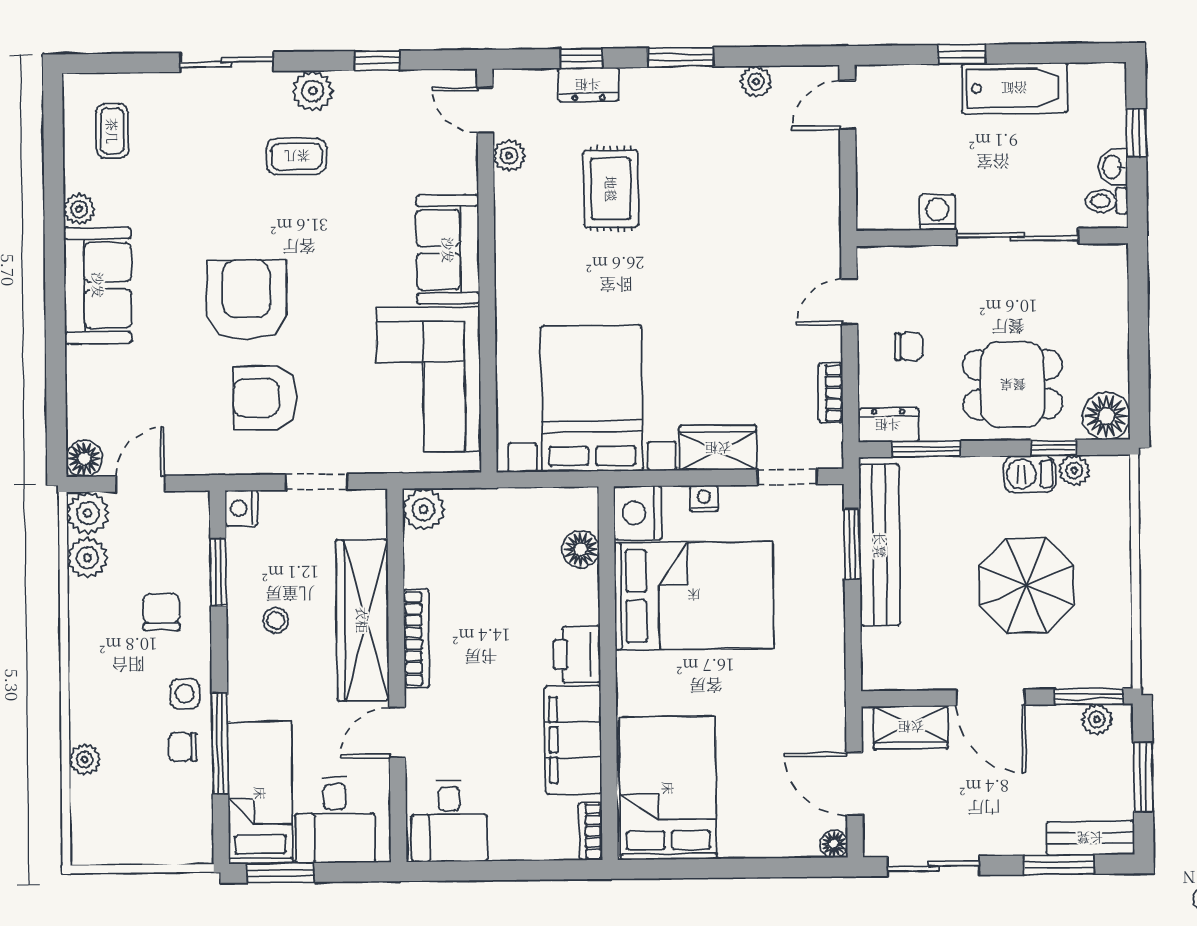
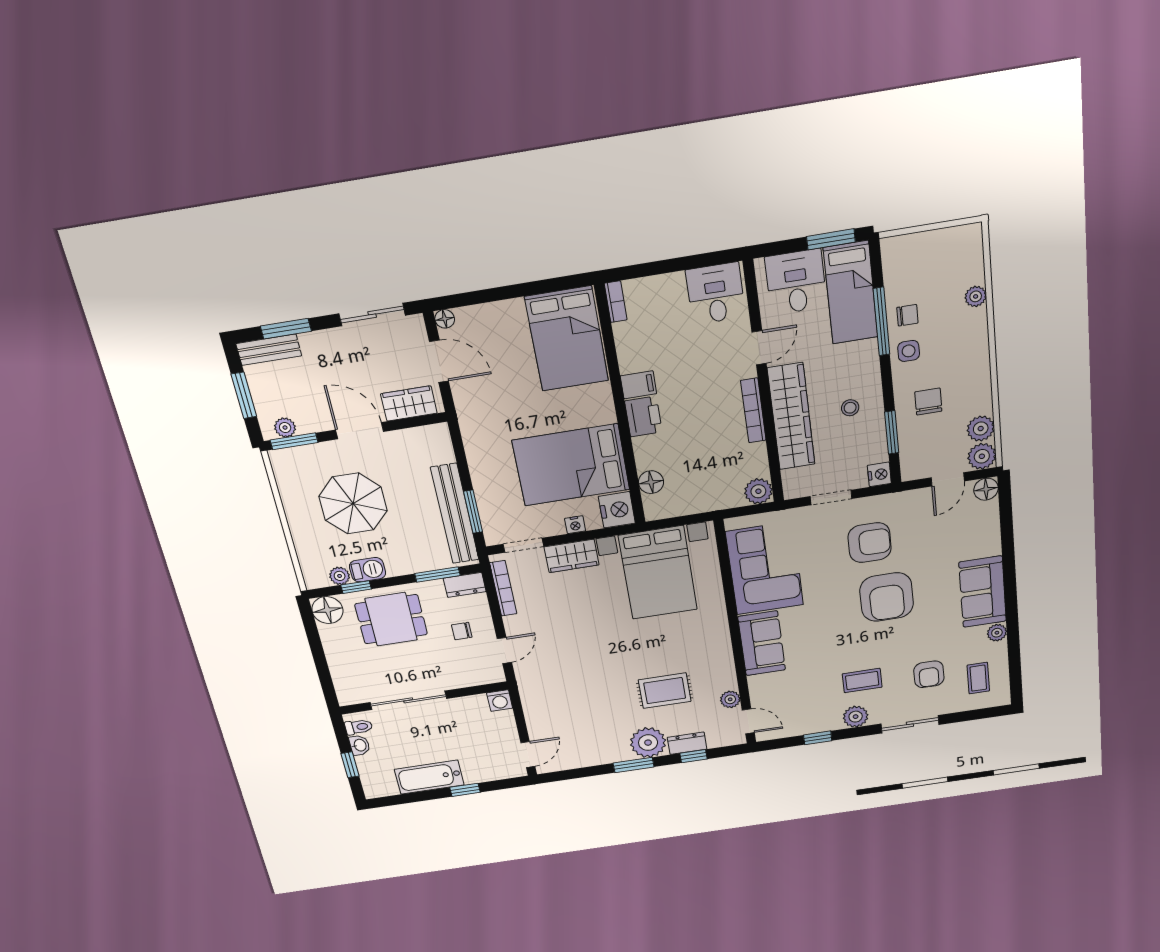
plant: (756, 81) -> (648, 743), moved, width x1.87, depth x1.87
armchair: (190, 151) -> (929, 674), added
rug: (611, 189) -> (665, 691), turned 90
washing machine: (937, 212) -> (500, 701), moved
bookcase: (831, 393) -> (503, 588), width x1.56
chair: (161, 612) -> (928, 402), turned 180
filing cabinet: (573, 740) -> (638, 385), width x0.33, depth x0.86

